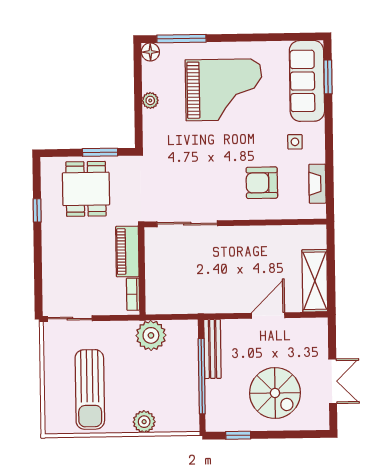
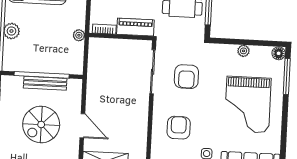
armchair: (191, 177) -> (186, 77), added
plant: (151, 335) -> (79, 35), width x0.53, depth x0.53
bench: (212, 349) -> (45, 83), moved
spiral stairs: (275, 393) -> (41, 124), moved

